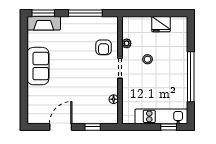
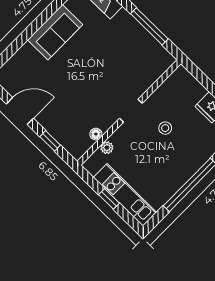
plant: (127, 43) -> (107, 148), moved
armchair: (104, 47) -> (135, 76), removed
window: (169, 127) -> (109, 199), moved

